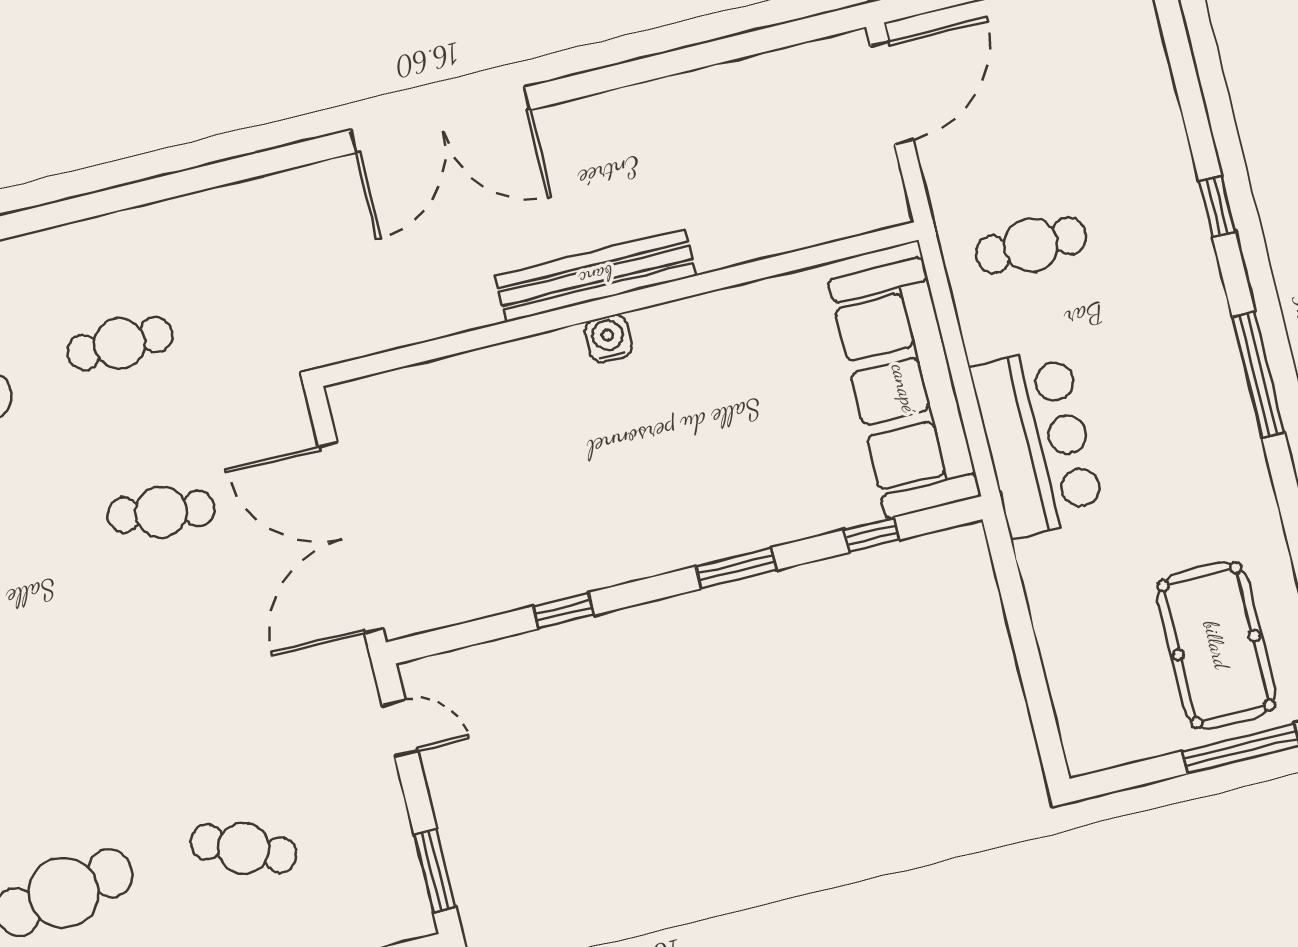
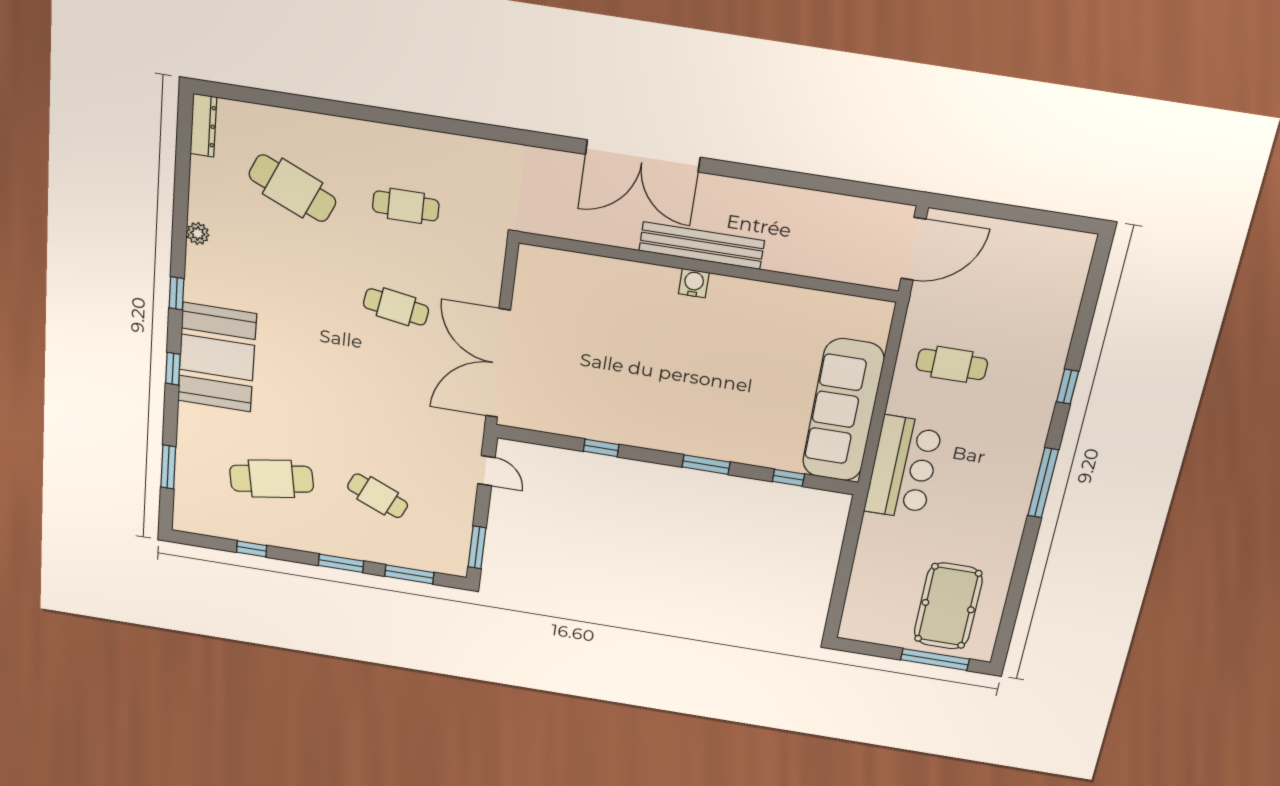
bench: (596, 276) -> (702, 246), moved
wall: (619, 304) -> (708, 267), moved
water cooler: (608, 338) -> (694, 283), moved

